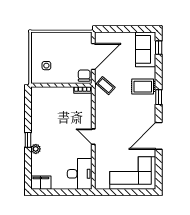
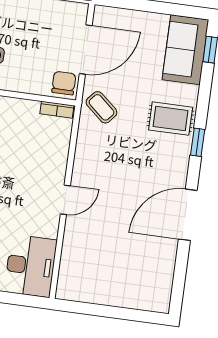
door: (93, 137) -> (65, 200), swing flipped
corner sofa: (133, 173) -> (130, 278), removed

